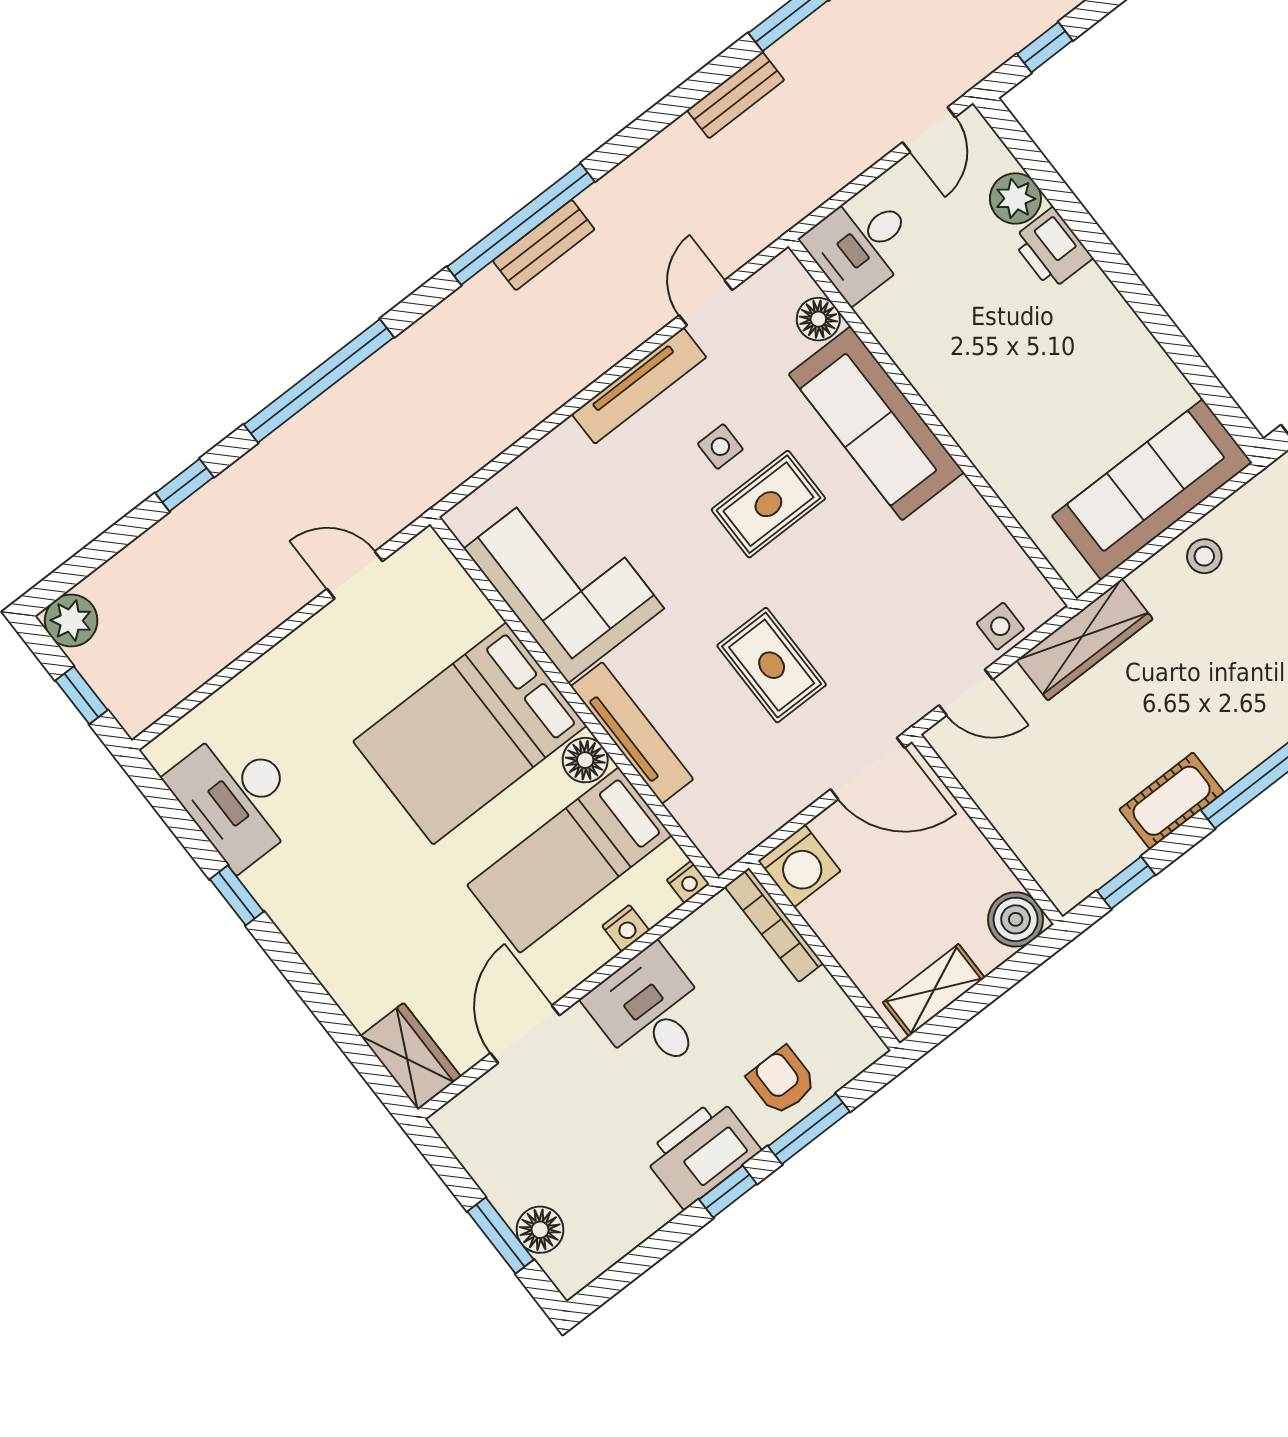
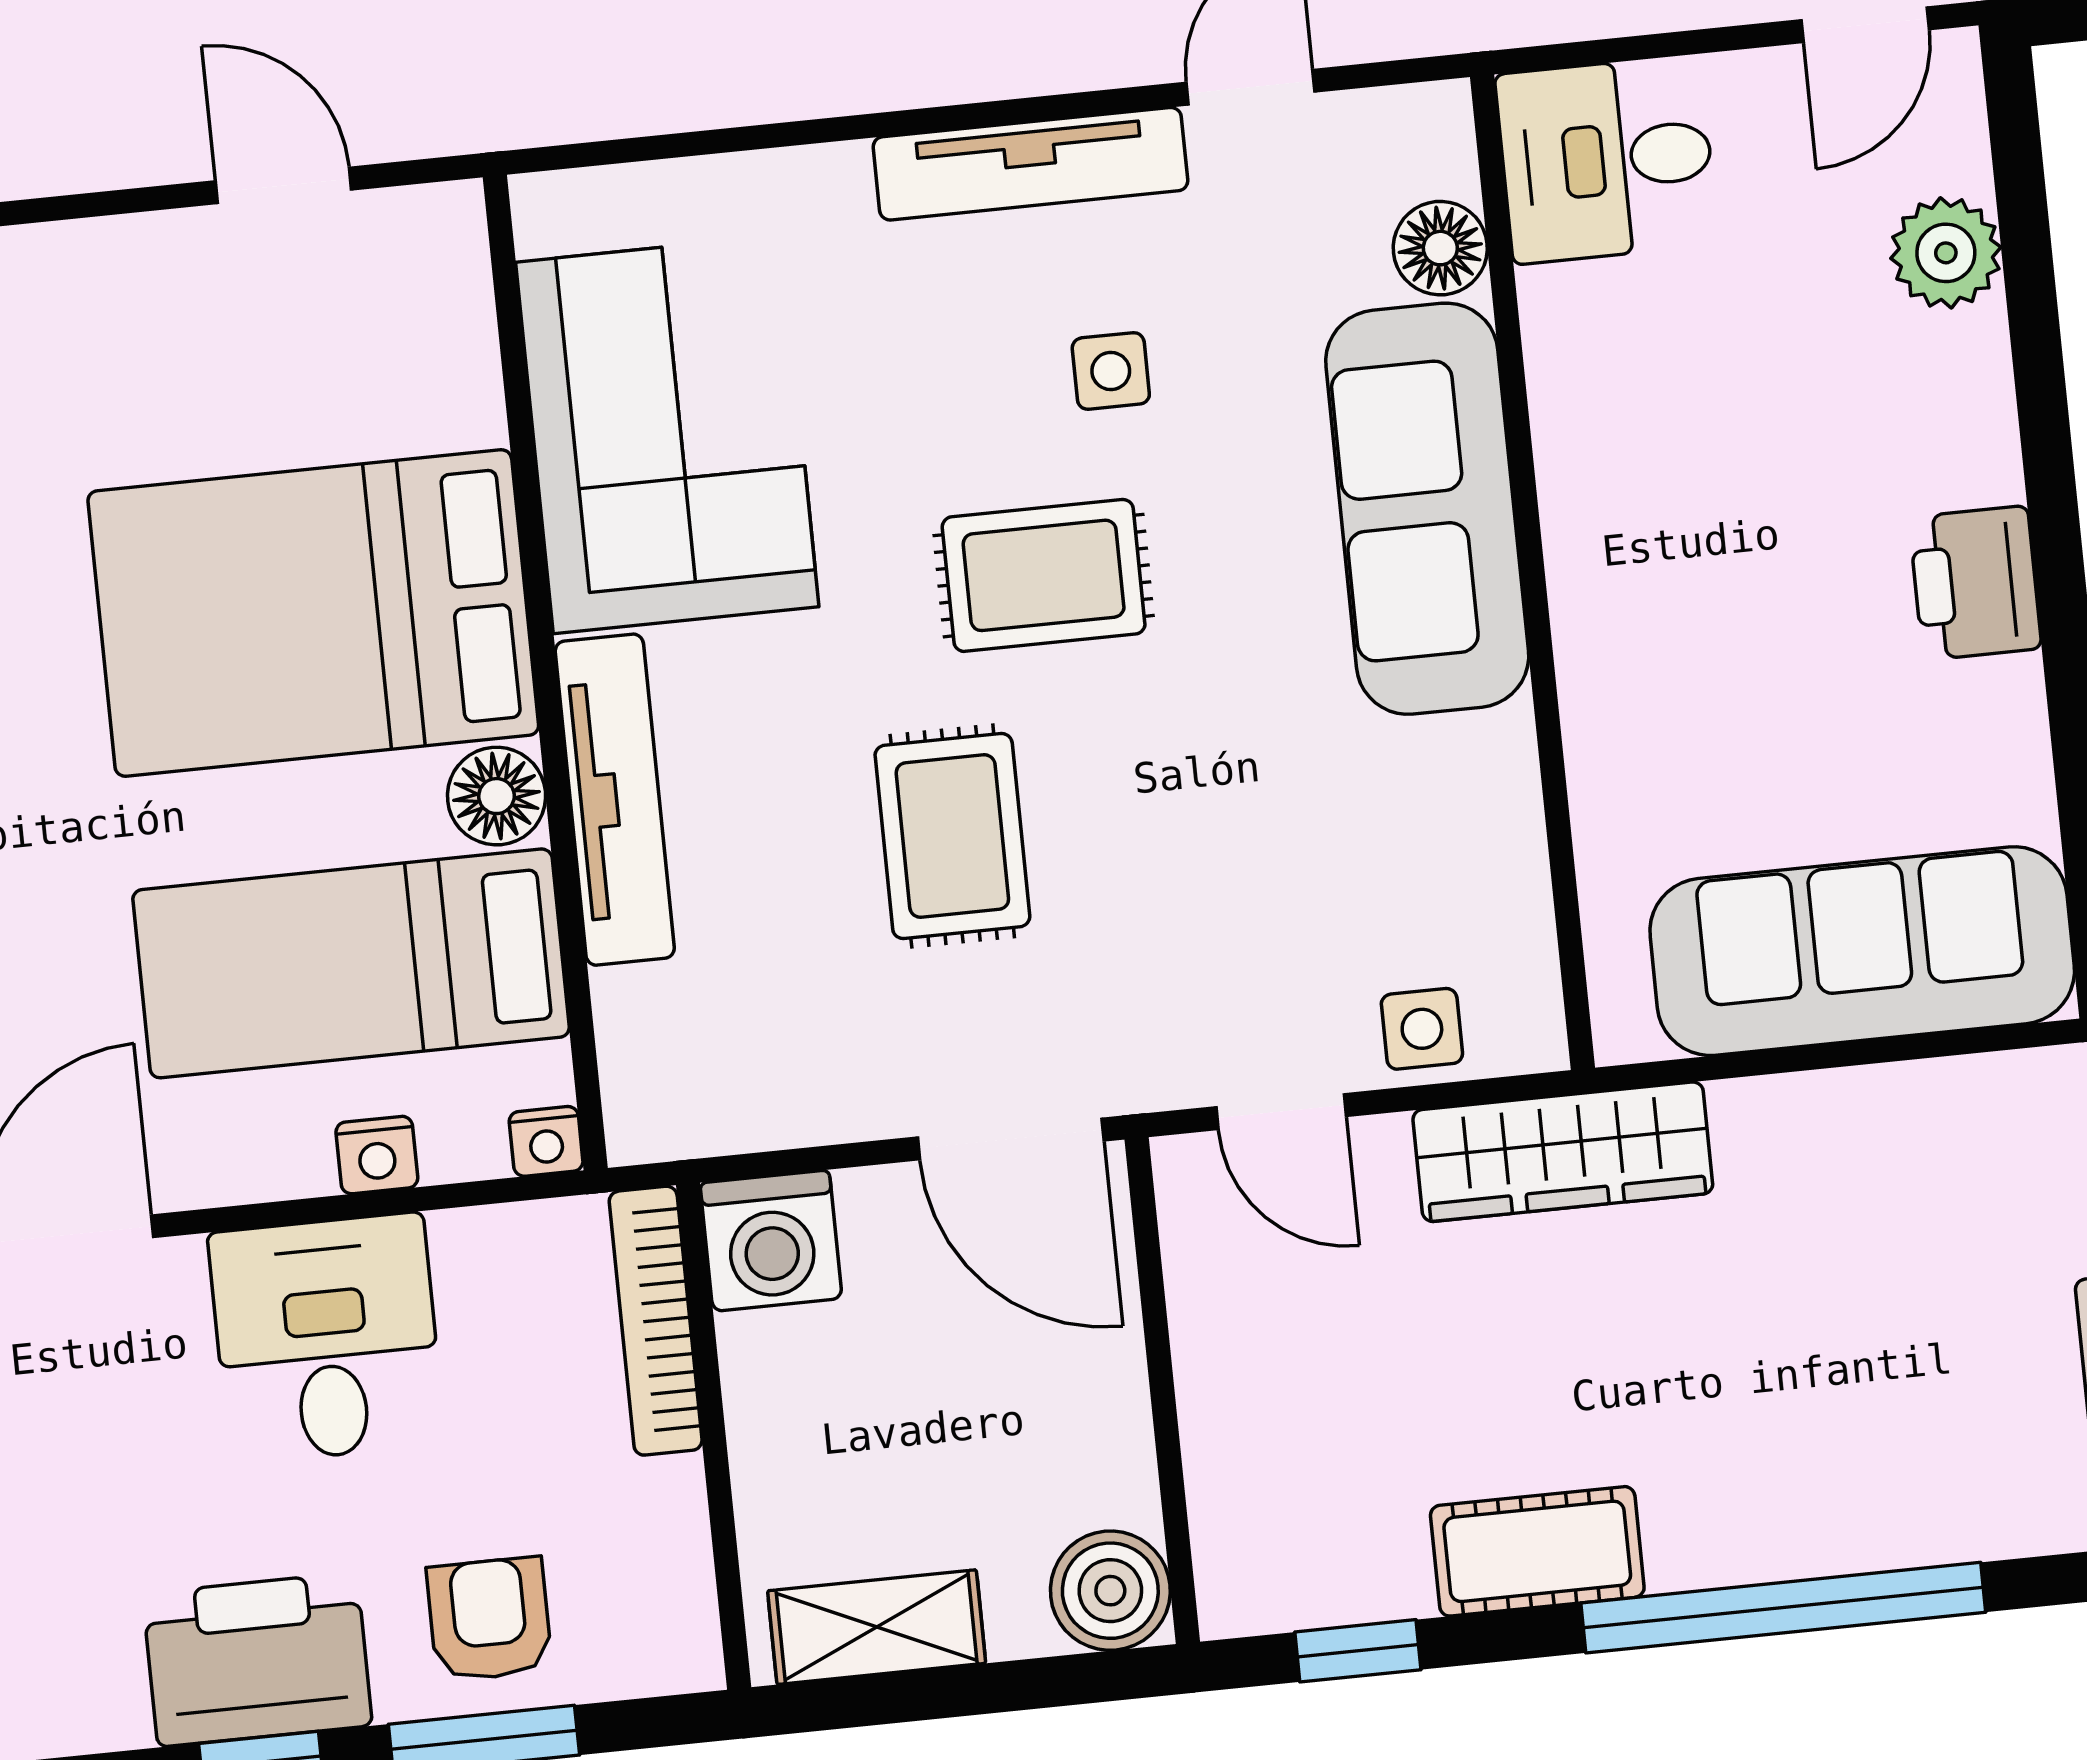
printer: (1052, 249) -> (1975, 583), moved
rug: (768, 504) -> (1044, 575), moved
stool: (1204, 556) -> (1882, 1135), removed

